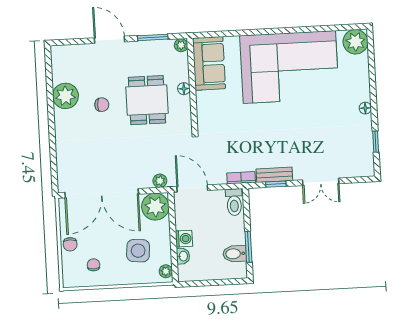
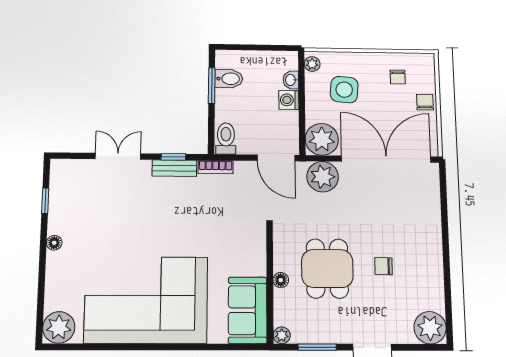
plant: (65, 96) -> (430, 328), moved
plant: (160, 181) -> (323, 177), width x1.88, depth x1.88

